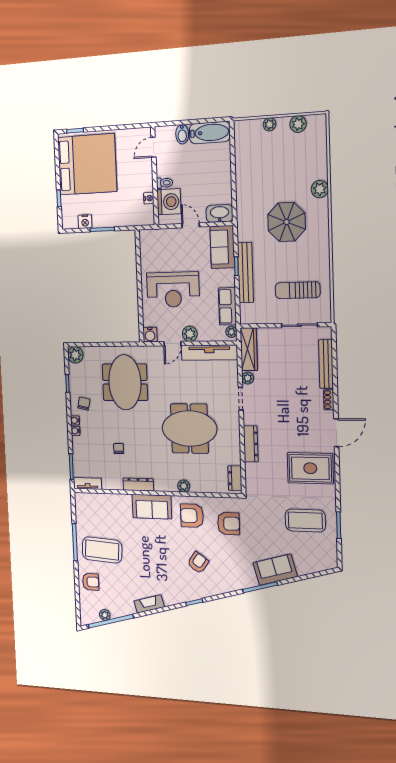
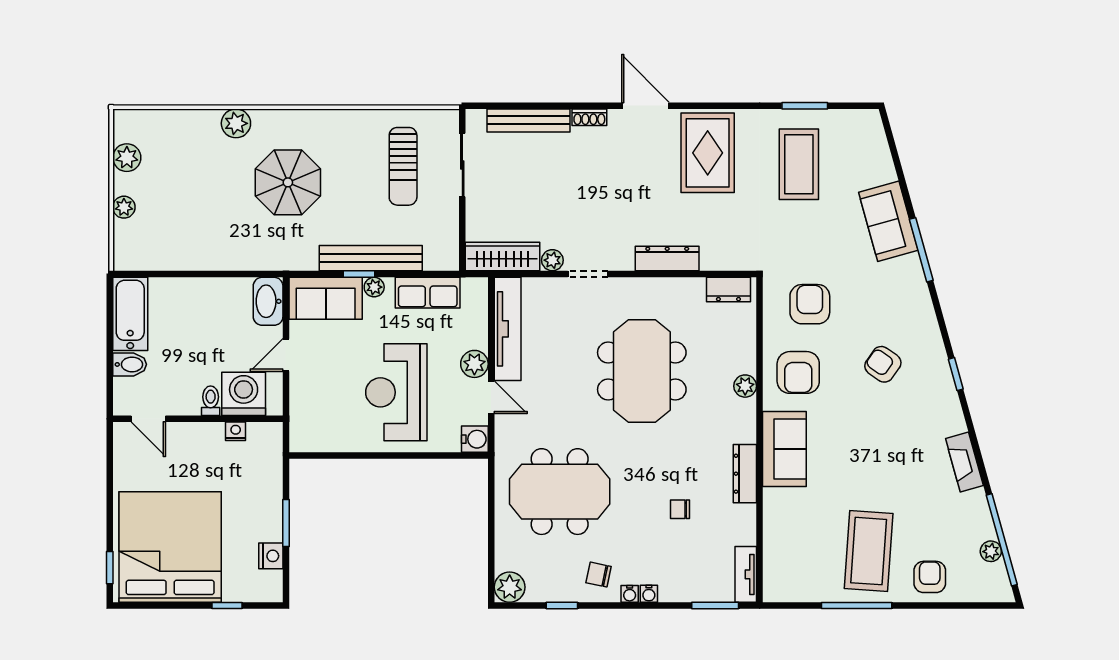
reception desk: (173, 290) -> (396, 392), turned 180
plant: (231, 332) -> (374, 287), moved

